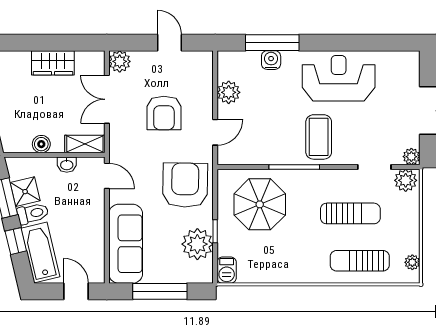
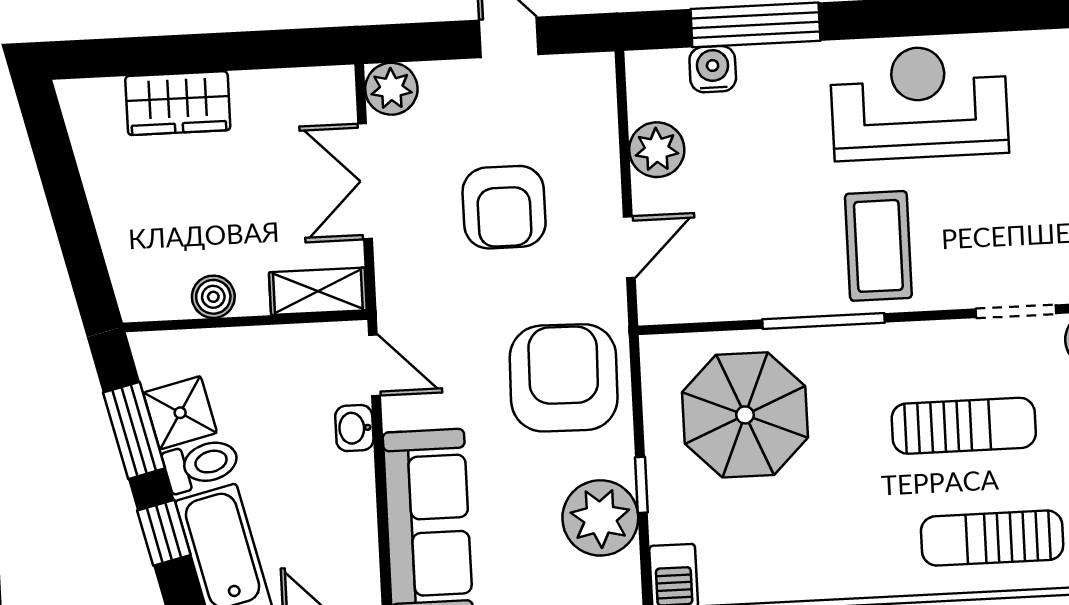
water cooler: (271, 60) -> (713, 69), moved
wardrobe: (53, 63) -> (178, 103), moved
washbasin: (67, 165) -> (354, 428), moved, turned 90

